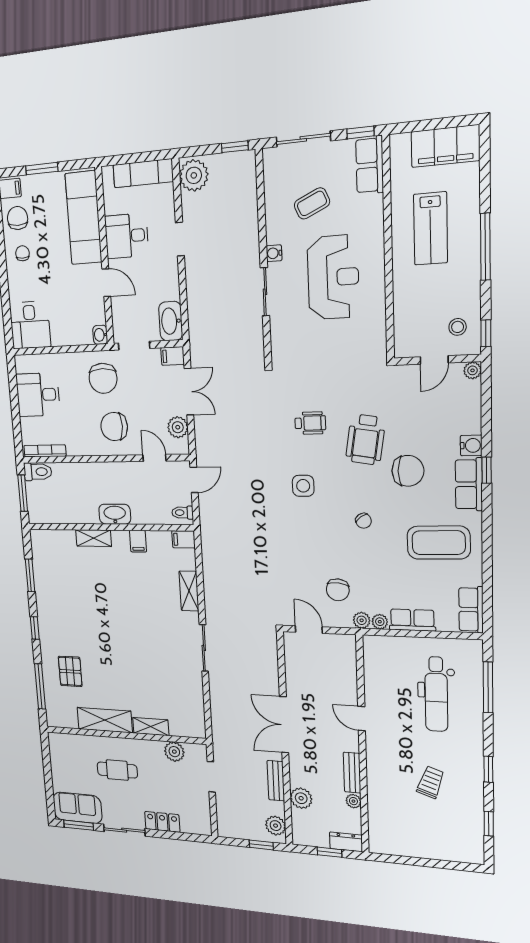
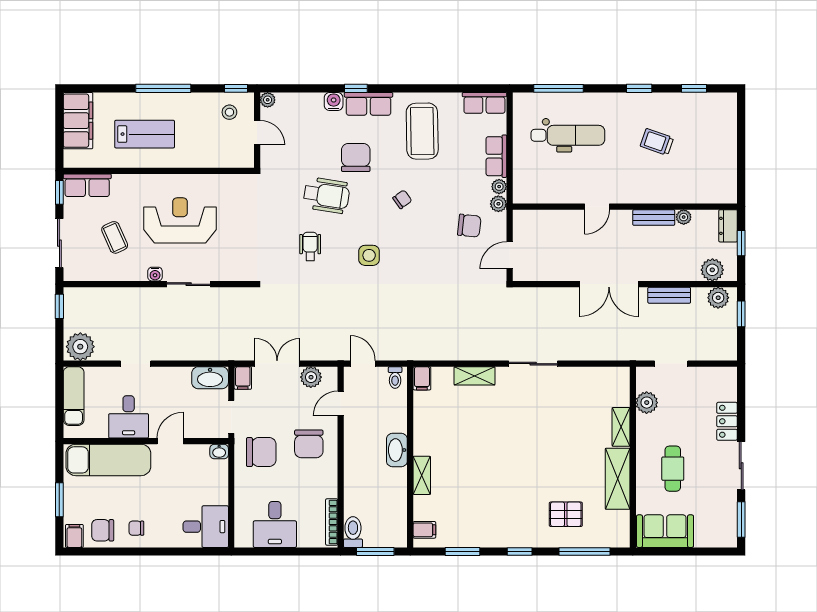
filing cabinet: (138, 541) -> (424, 530), moved
plant: (301, 798) -> (712, 270), moved
sofa: (77, 808) -> (665, 531), moved, turned 90

